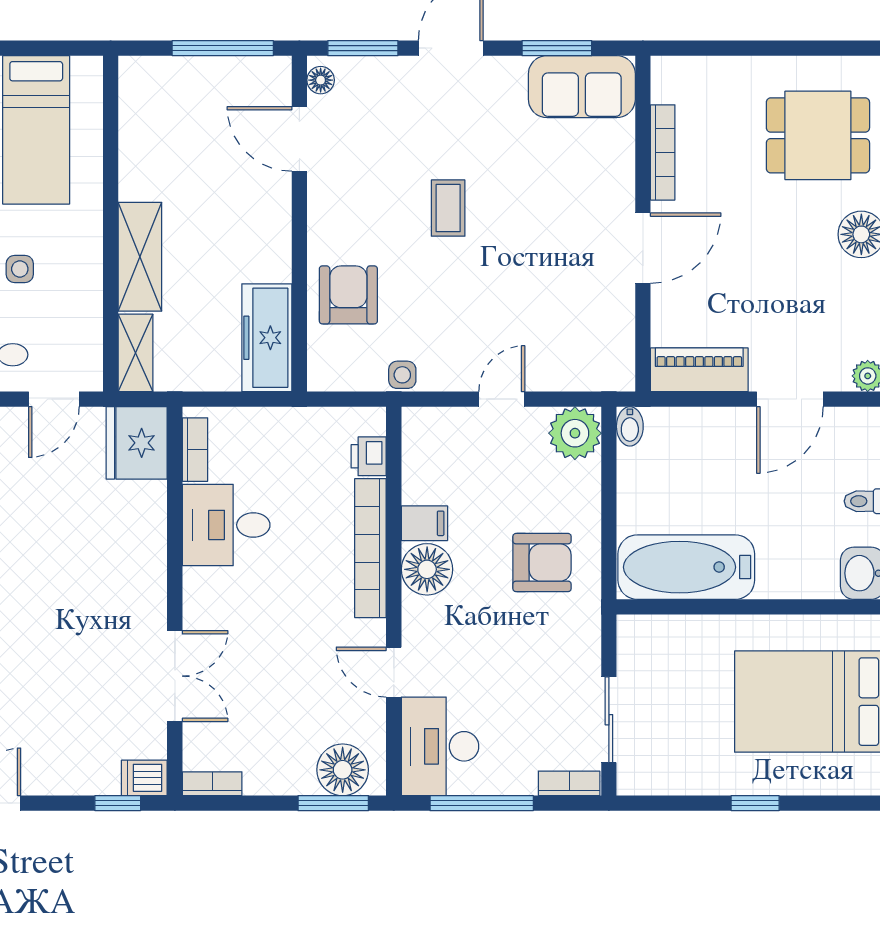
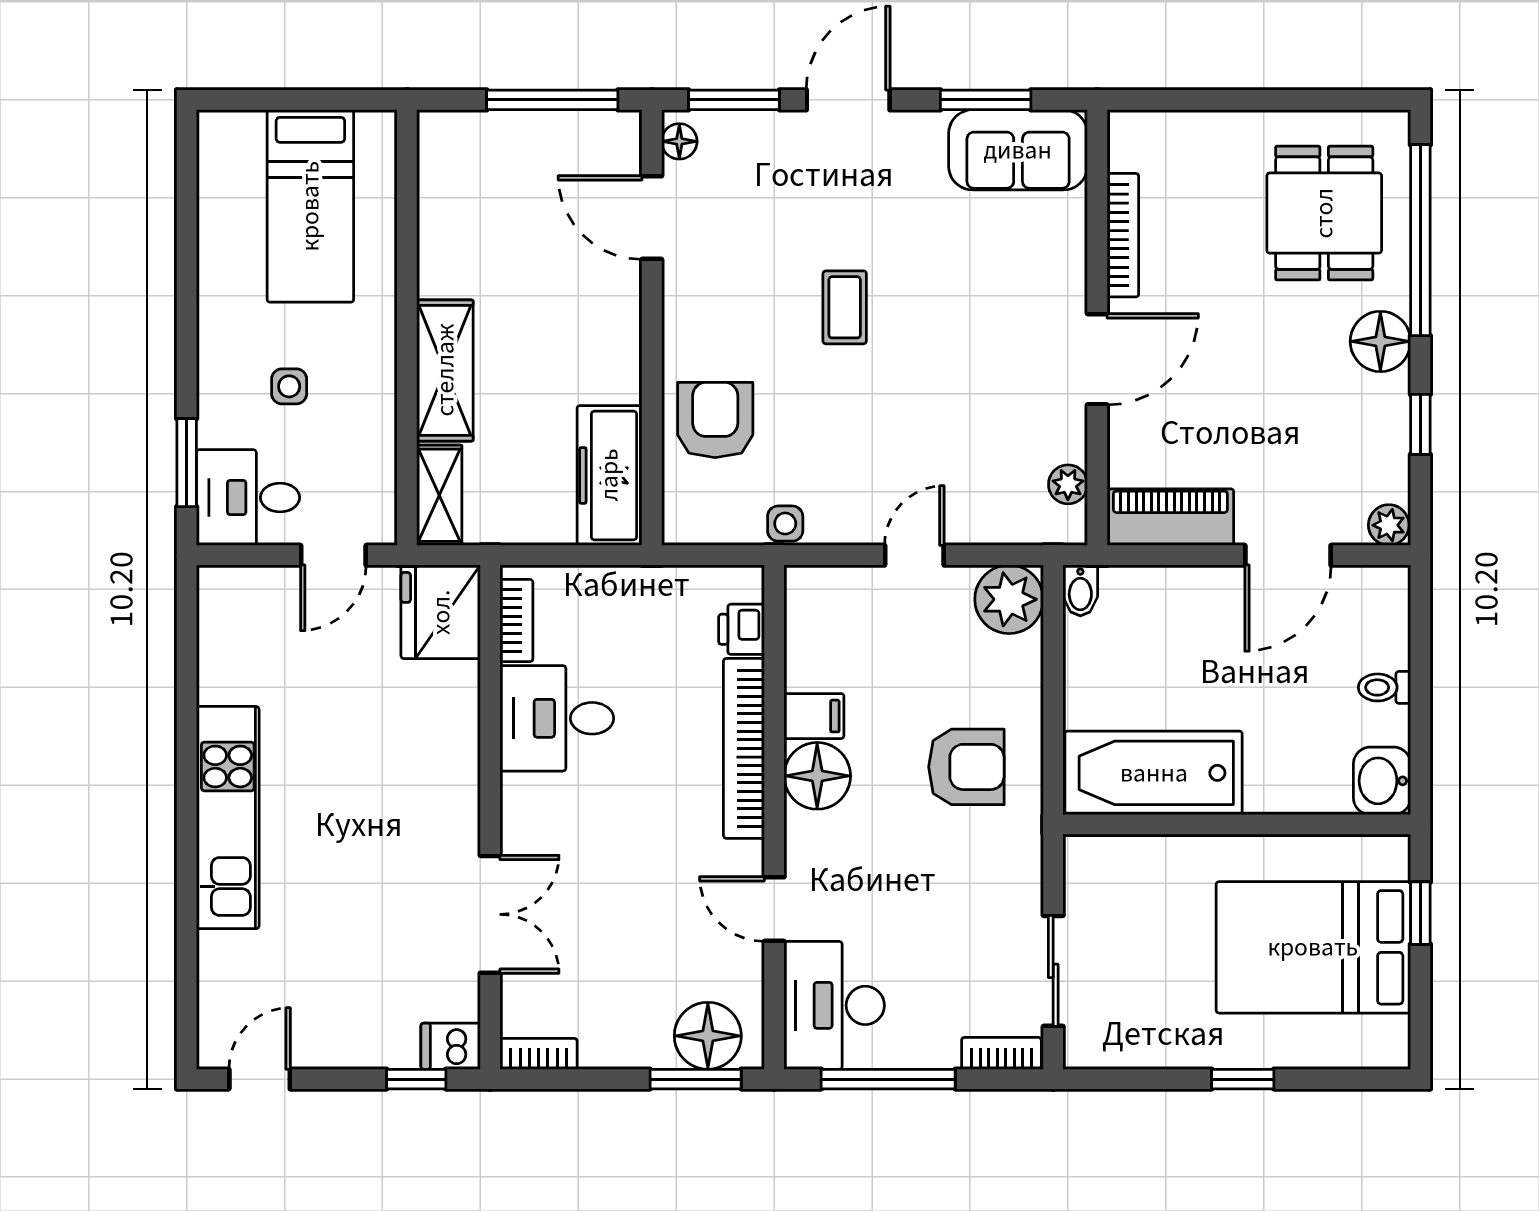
dining table: (818, 135) -> (1324, 213), turned 90
plant: (620, 345) -> (1068, 484), added

